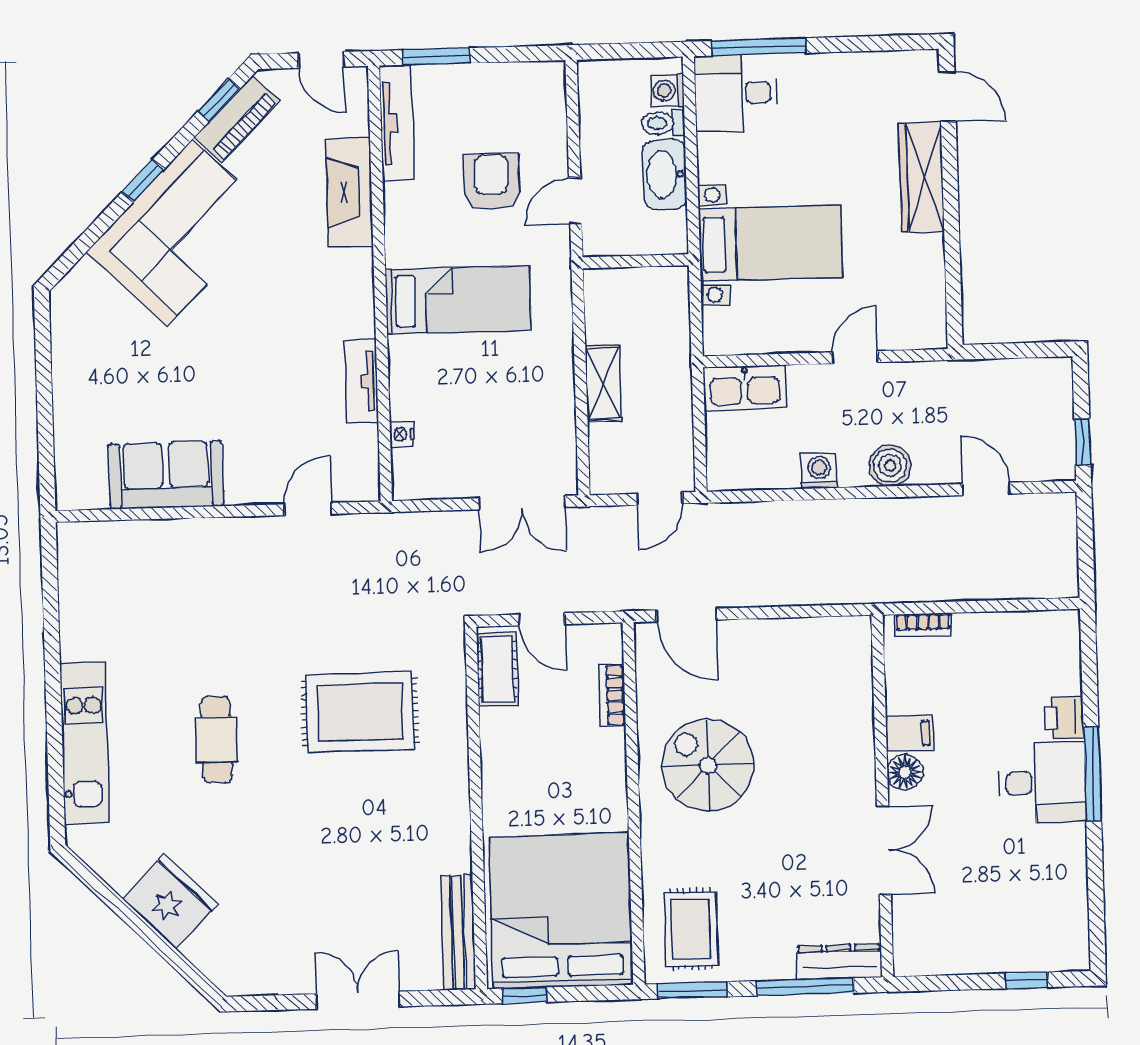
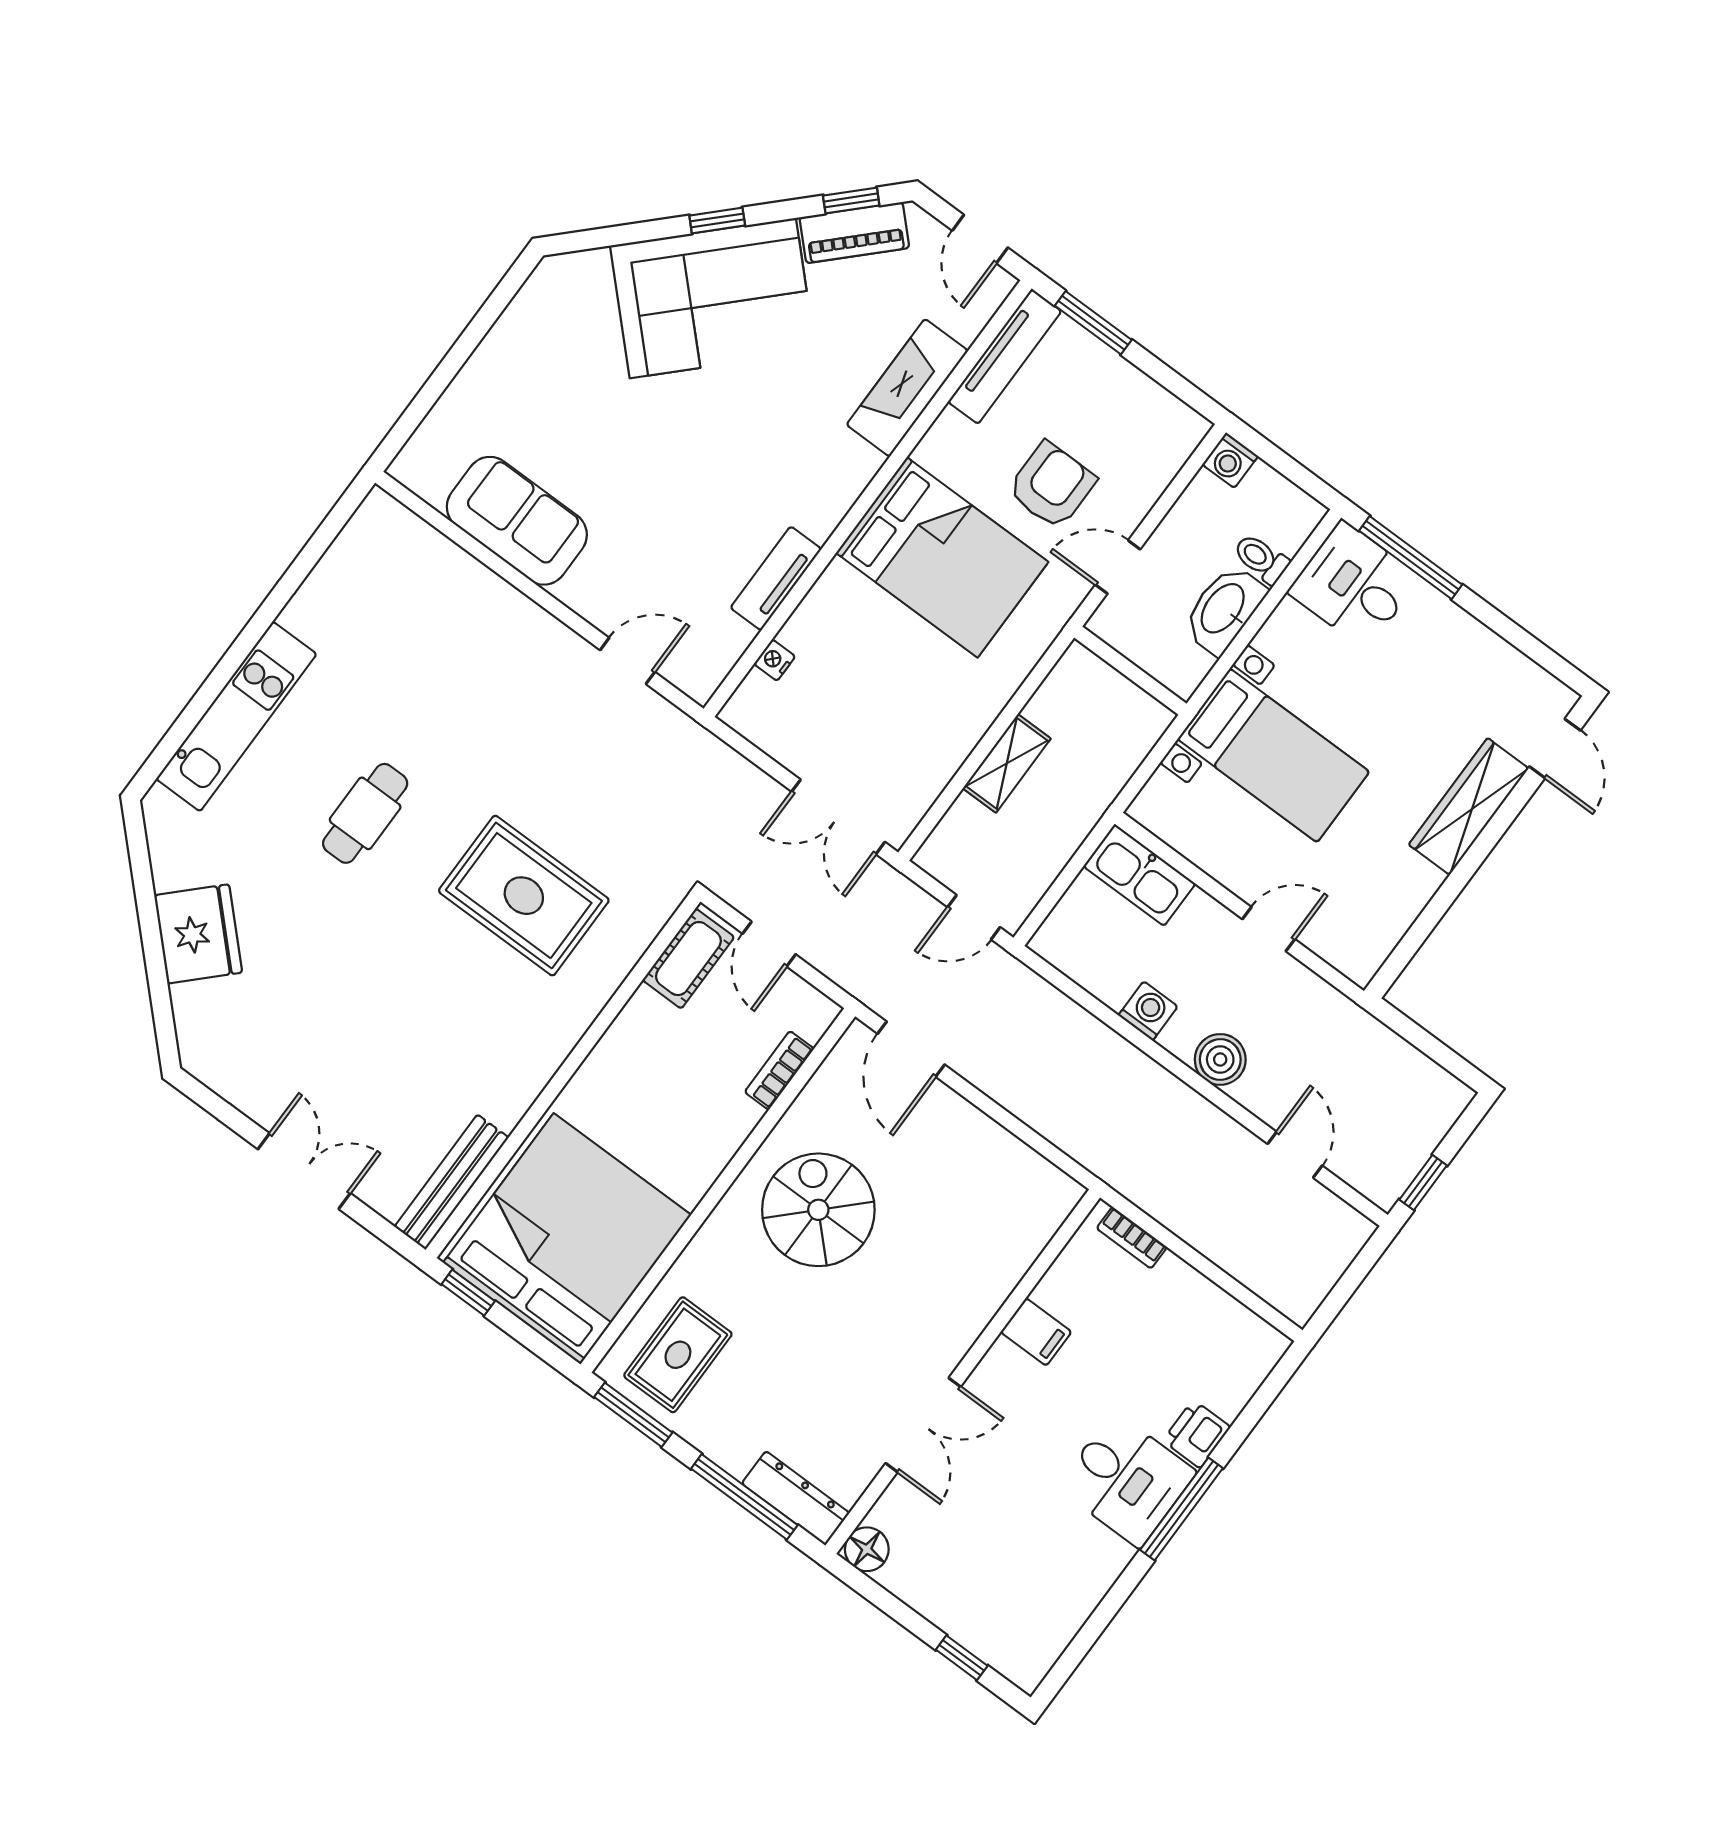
washing machine: (667, 90) -> (1230, 460), moved, turned -90
bed: (458, 300) -> (942, 557), width x1.50
floor lamp: (905, 772) -> (867, 1549), moved

